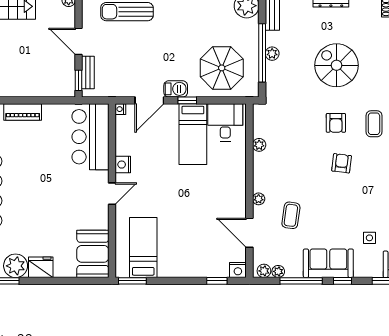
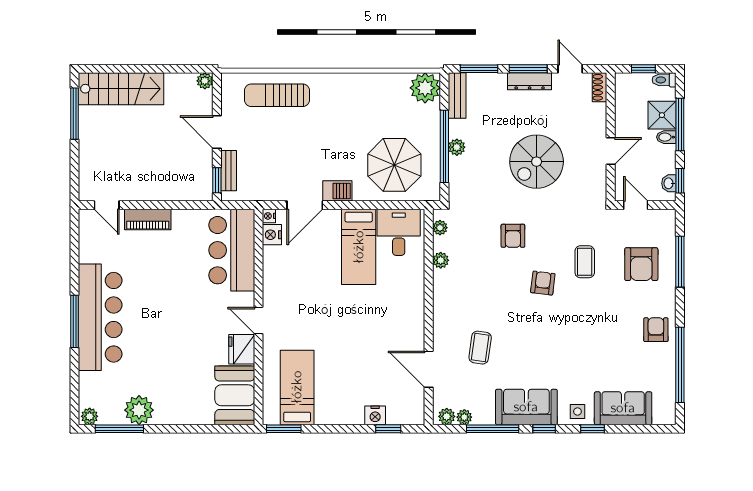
spiral stairs: (337, 65) -> (537, 162), turned -90
window: (187, 100) -> (352, 205), removed
armchair: (336, 123) -> (513, 236), moved
coffee table: (374, 124) -> (585, 262), moved
nightstand: (123, 165) -> (272, 235), moved
door: (112, 194) -> (258, 321), swing flipped
plant: (259, 199) -> (440, 228), moved
side table: (369, 238) -> (577, 411), moved
fridge: (41, 267) -> (242, 349), moved, turned -90
nightstand: (238, 270) -> (375, 415), moved

